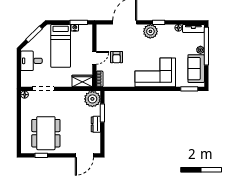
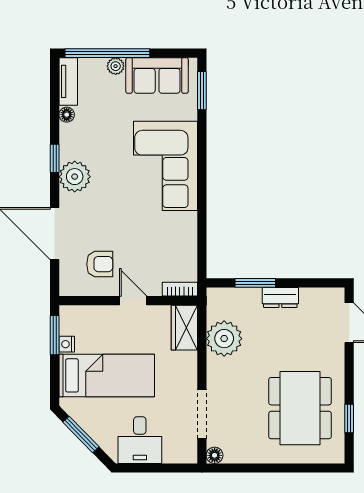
armchair: (116, 57) -> (100, 264), moved
plant: (92, 99) -> (224, 339), moved
dining table: (46, 133) -> (300, 408), turned 90

